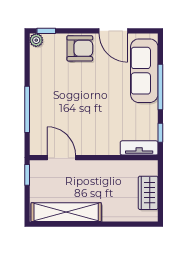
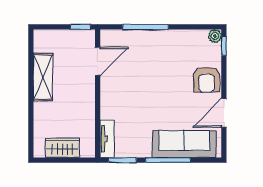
window: (160, 133) -> (122, 160), width x1.50
shelving: (66, 212) -> (43, 77), width x0.68

